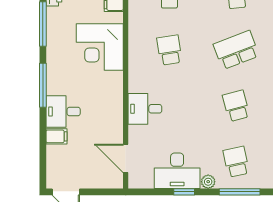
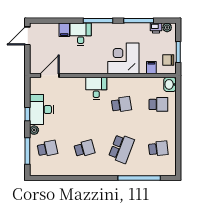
school desk: (236, 50) -> (121, 149), turned 42
desk: (145, 109) -> (96, 88), moved

